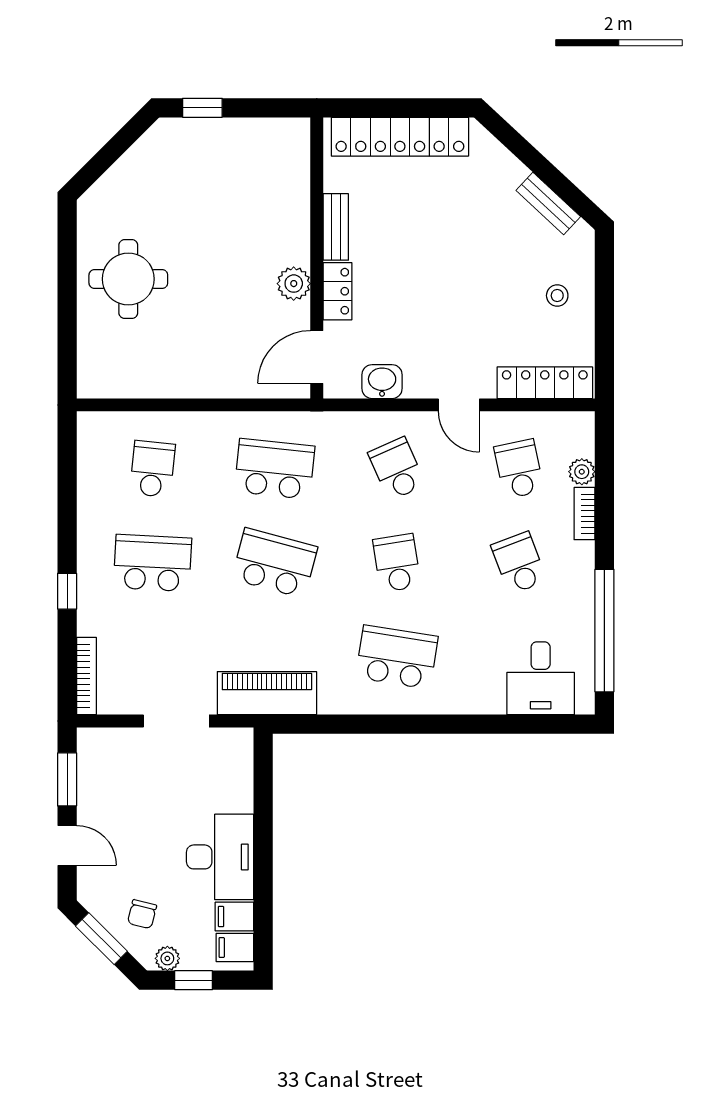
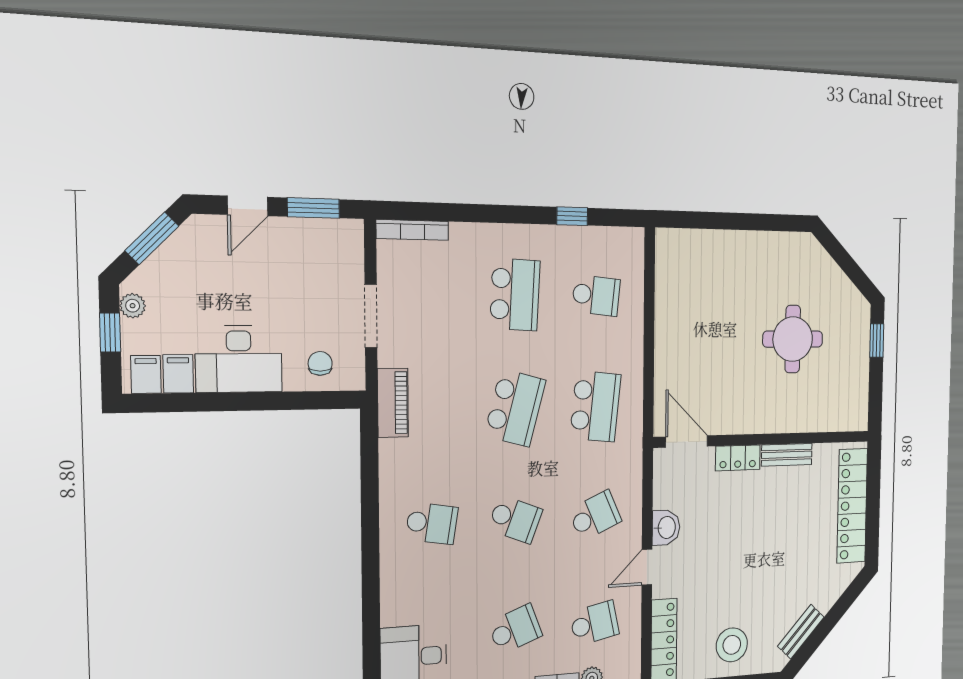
round table: (128, 279) -> (793, 339), moved
plant: (294, 284) -> (744, 420), removed
stool: (557, 296) -> (732, 645), width x1.89, depth x1.89
washbasin: (382, 382) -> (666, 528), moved
school desk: (397, 563) -> (515, 519), turned 30
window: (67, 591) -> (572, 216), moved
school desk: (397, 657) -> (432, 523), width x0.54
piano: (267, 693) -> (393, 403), width x0.73, depth x0.75
chair: (142, 914) -> (320, 363), moved, turned 76

